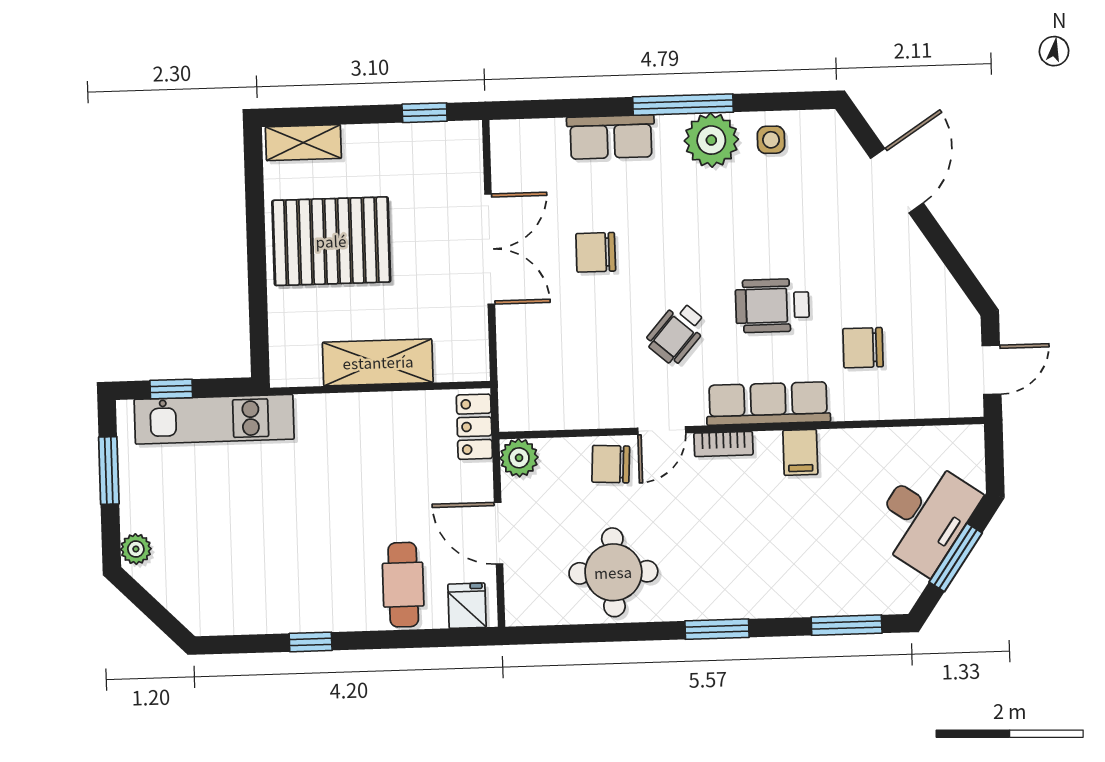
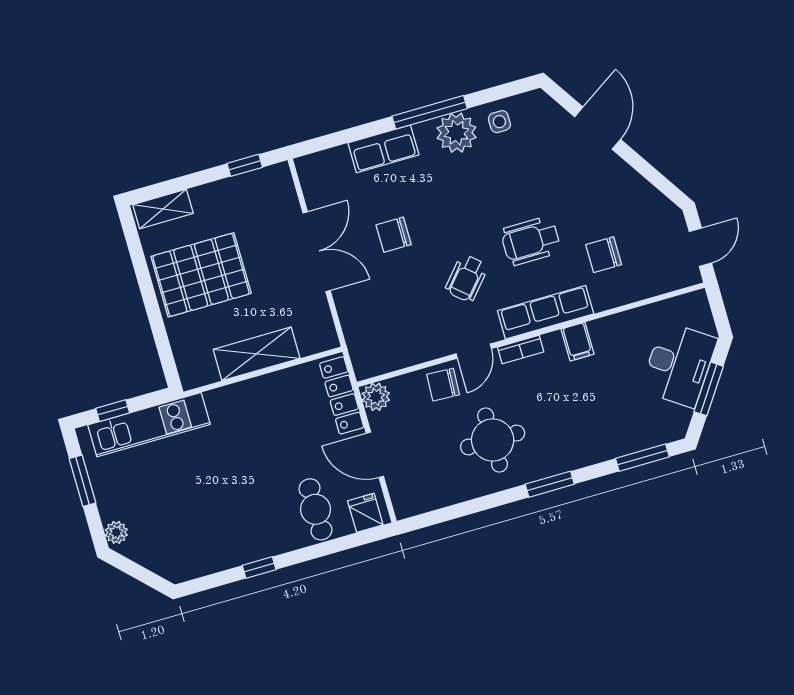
locker: (474, 427) -> (342, 395), width x1.53
round table: (613, 572) -> (493, 440), moved

